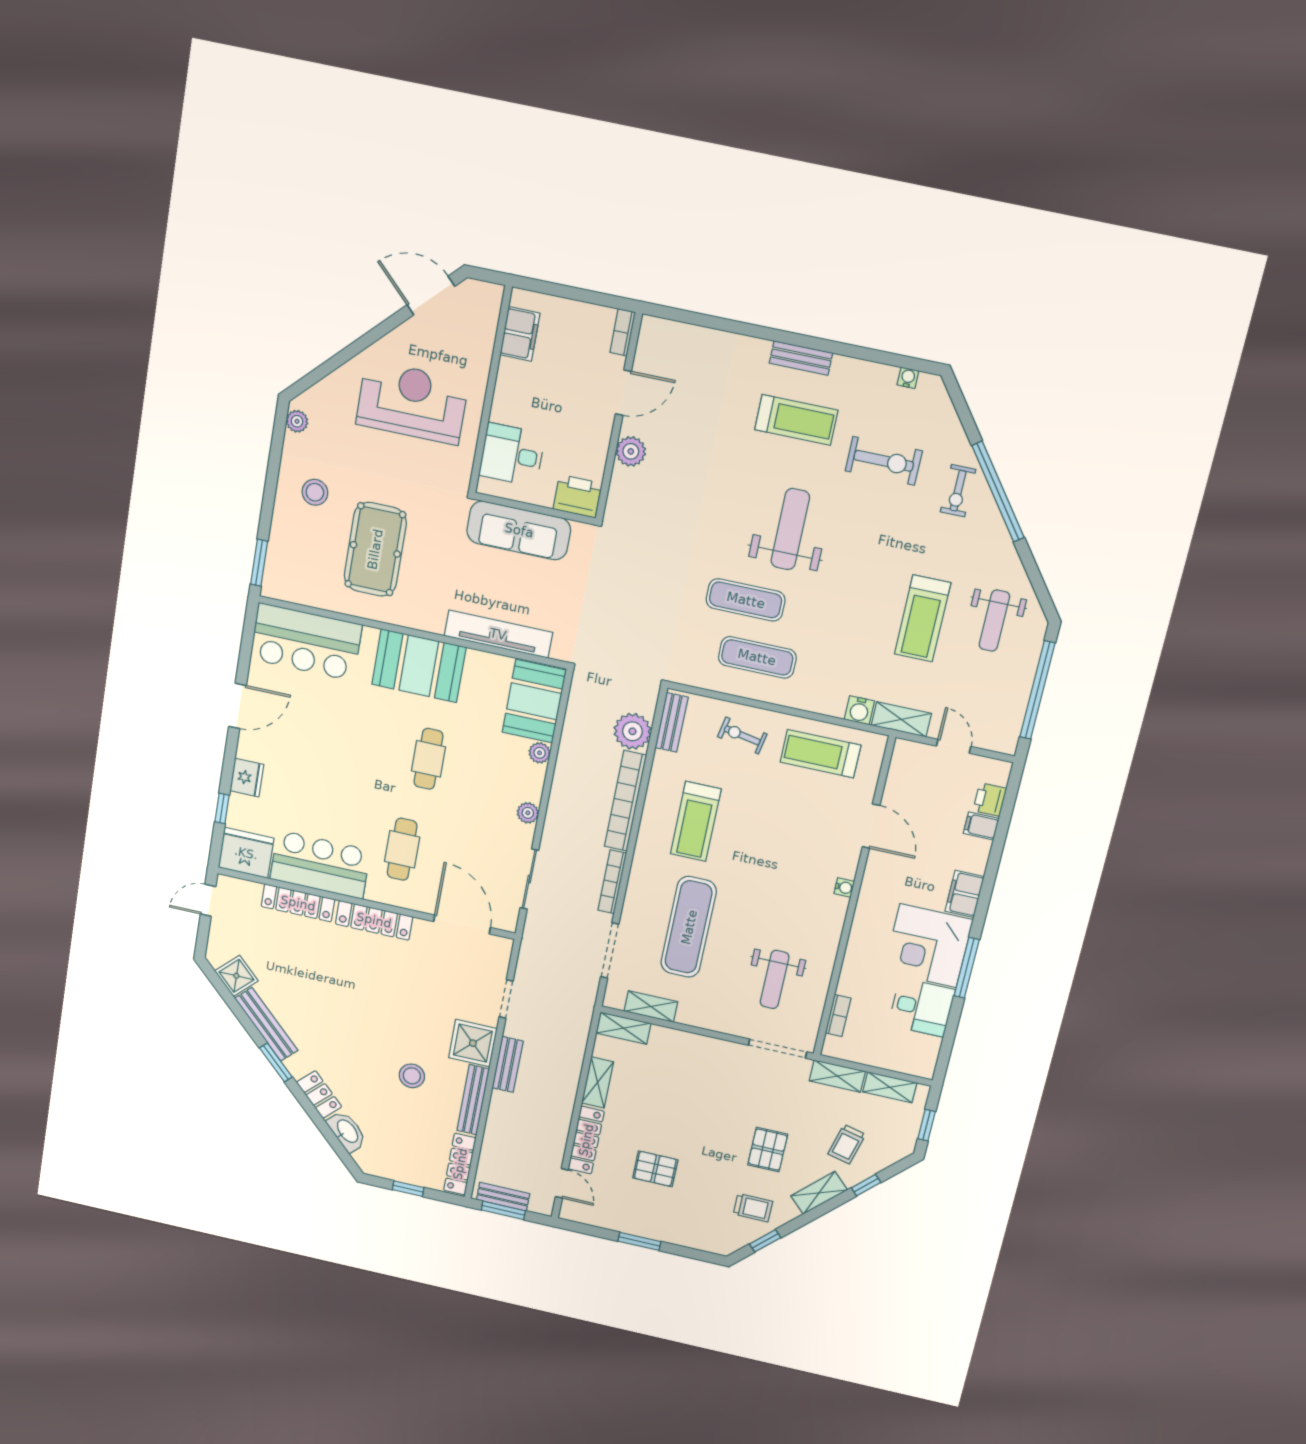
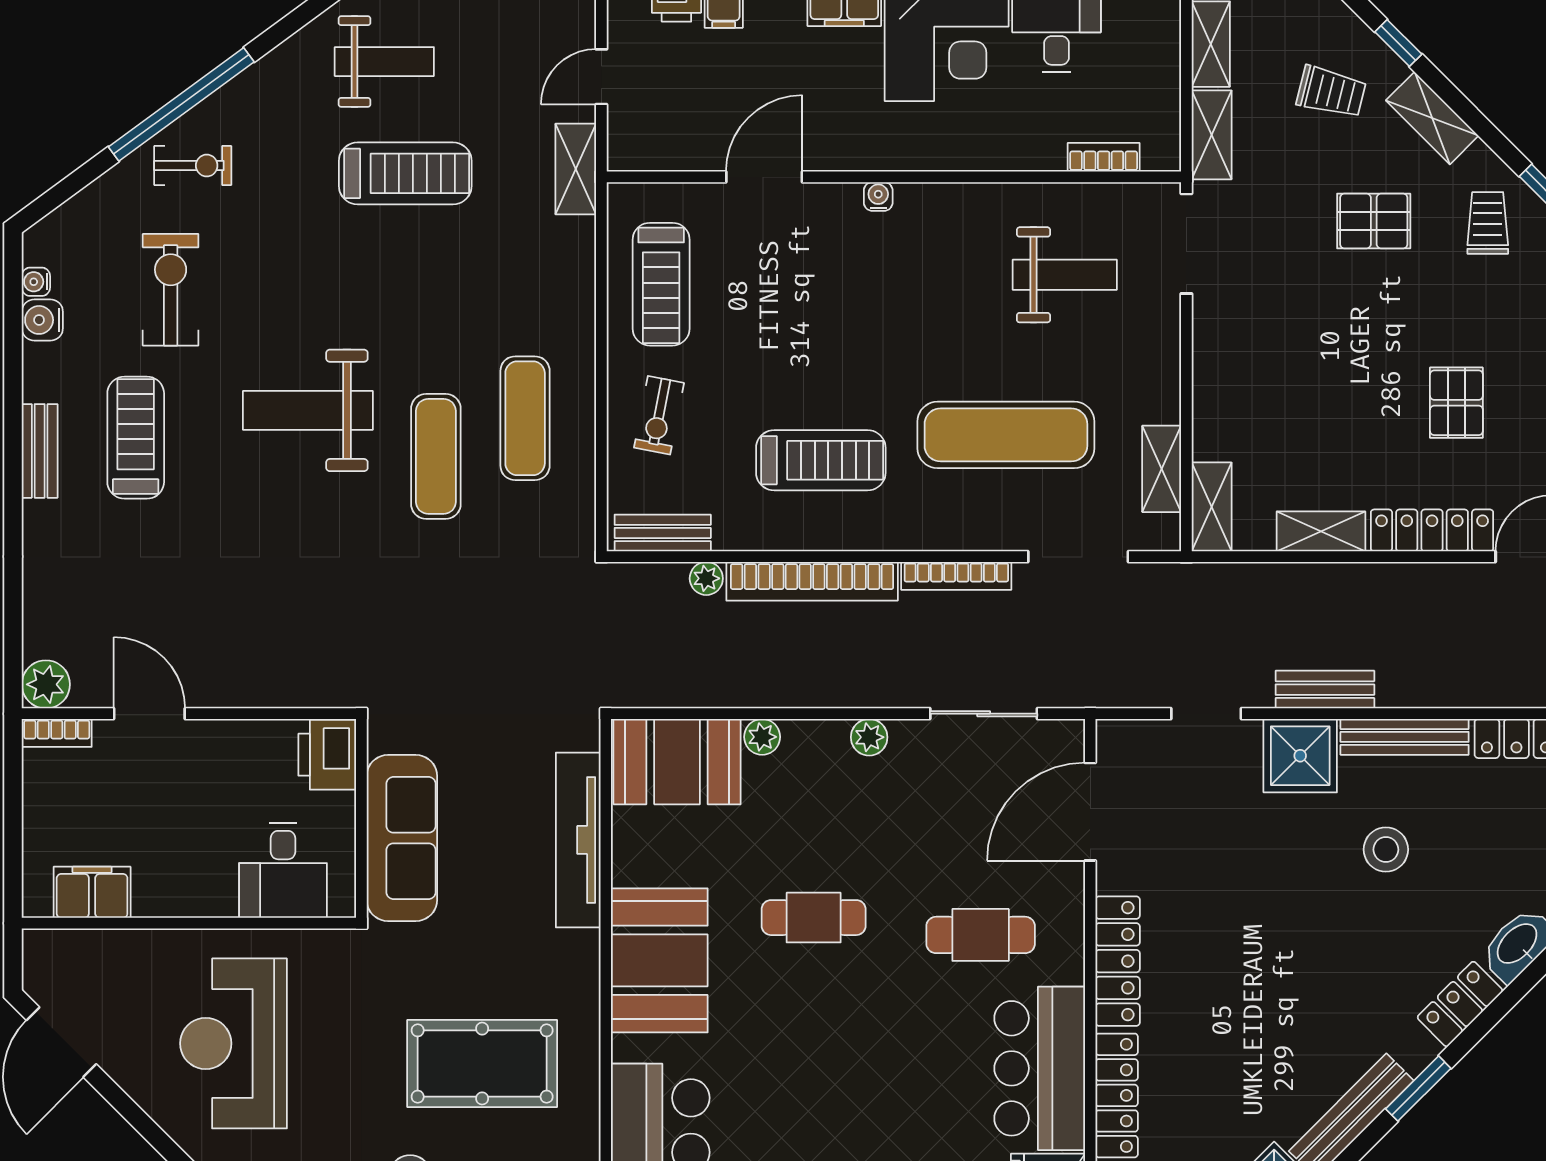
plant: (631, 451) -> (46, 684), moved
water cooler: (859, 710) -> (42, 320), moved, turned 180
plant: (632, 731) -> (706, 578), width x0.53, depth x0.53

